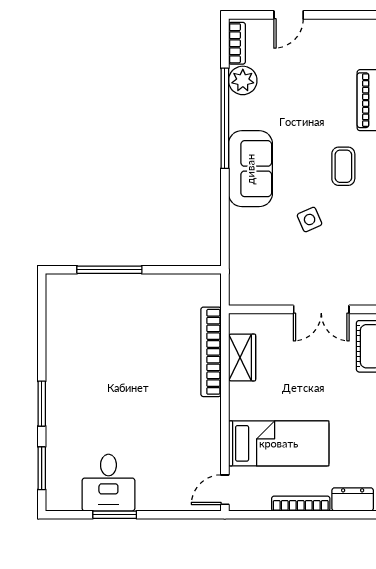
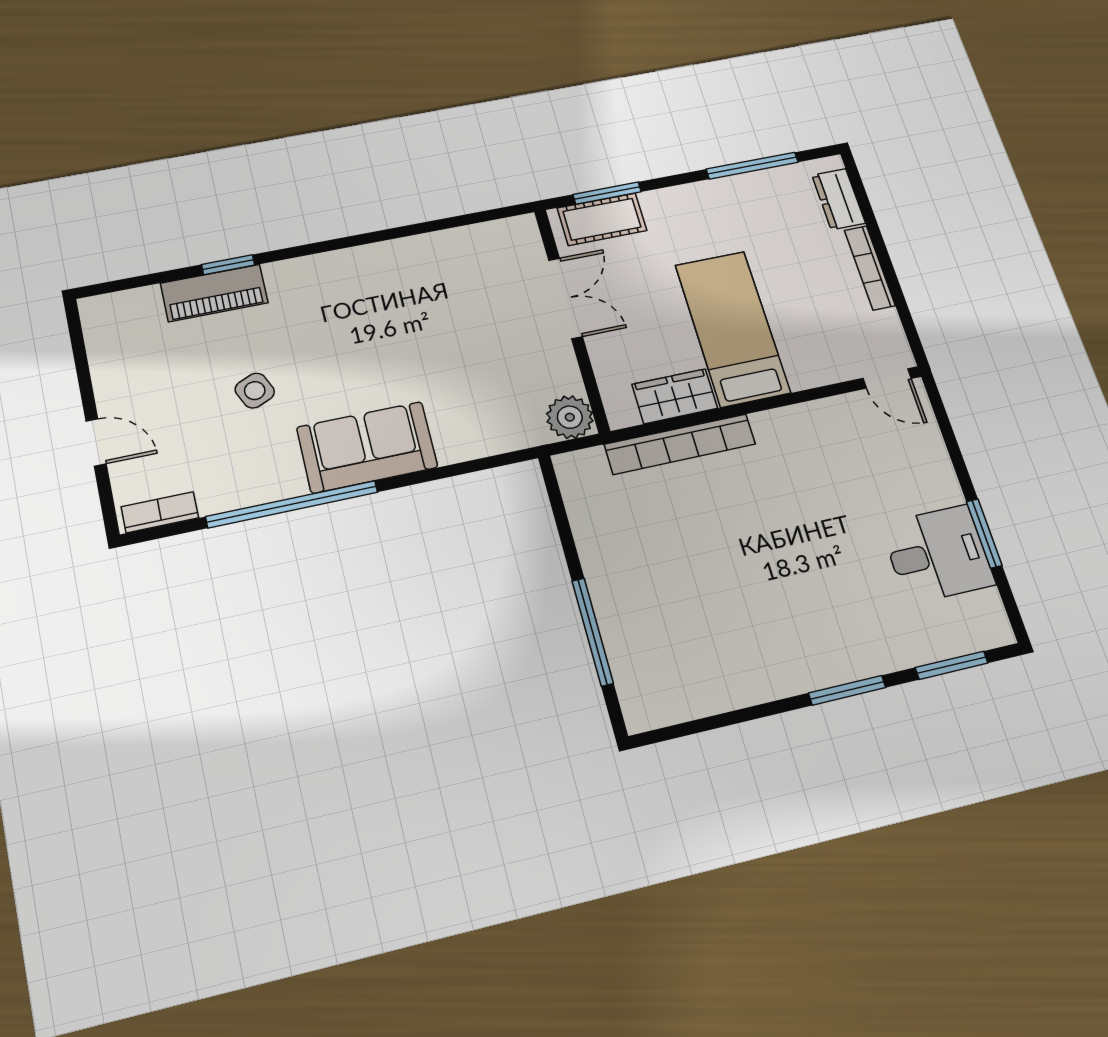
plant: (243, 80) -> (570, 417), moved
coffee table: (343, 166) -> (330, 311), removed
side table: (310, 219) -> (255, 391), moved
bed: (279, 443) -> (732, 328), moved

